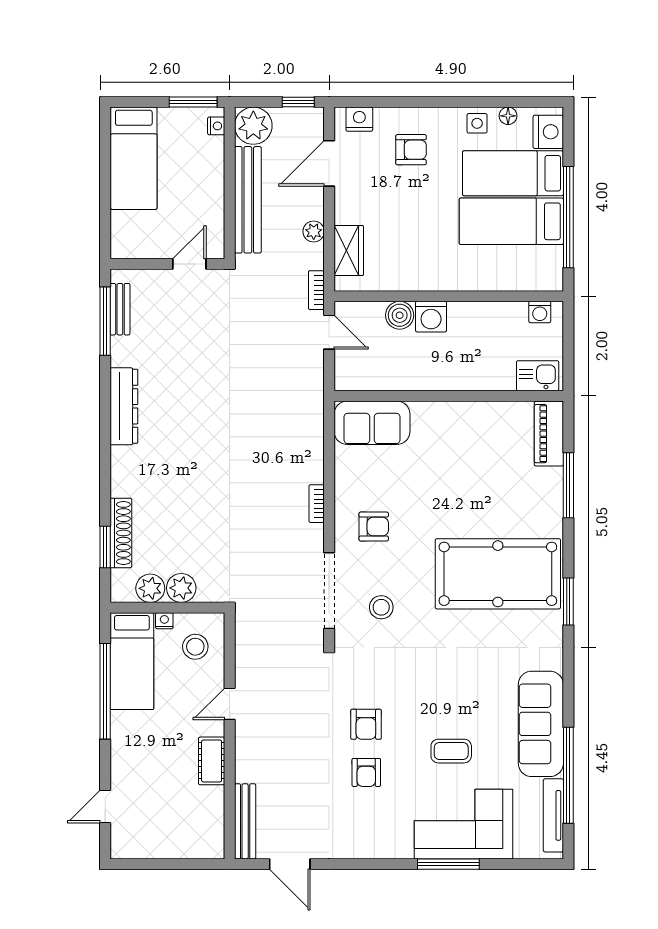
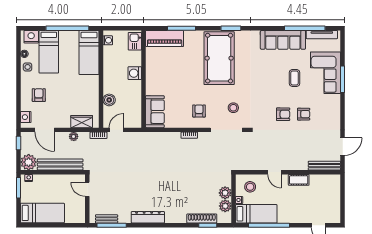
bed: (511, 221) -> (89, 52), moved
washing machine: (431, 317) -> (135, 73), moved, turned 180
piano: (549, 434) -> (165, 39), width x1.37, depth x1.33

